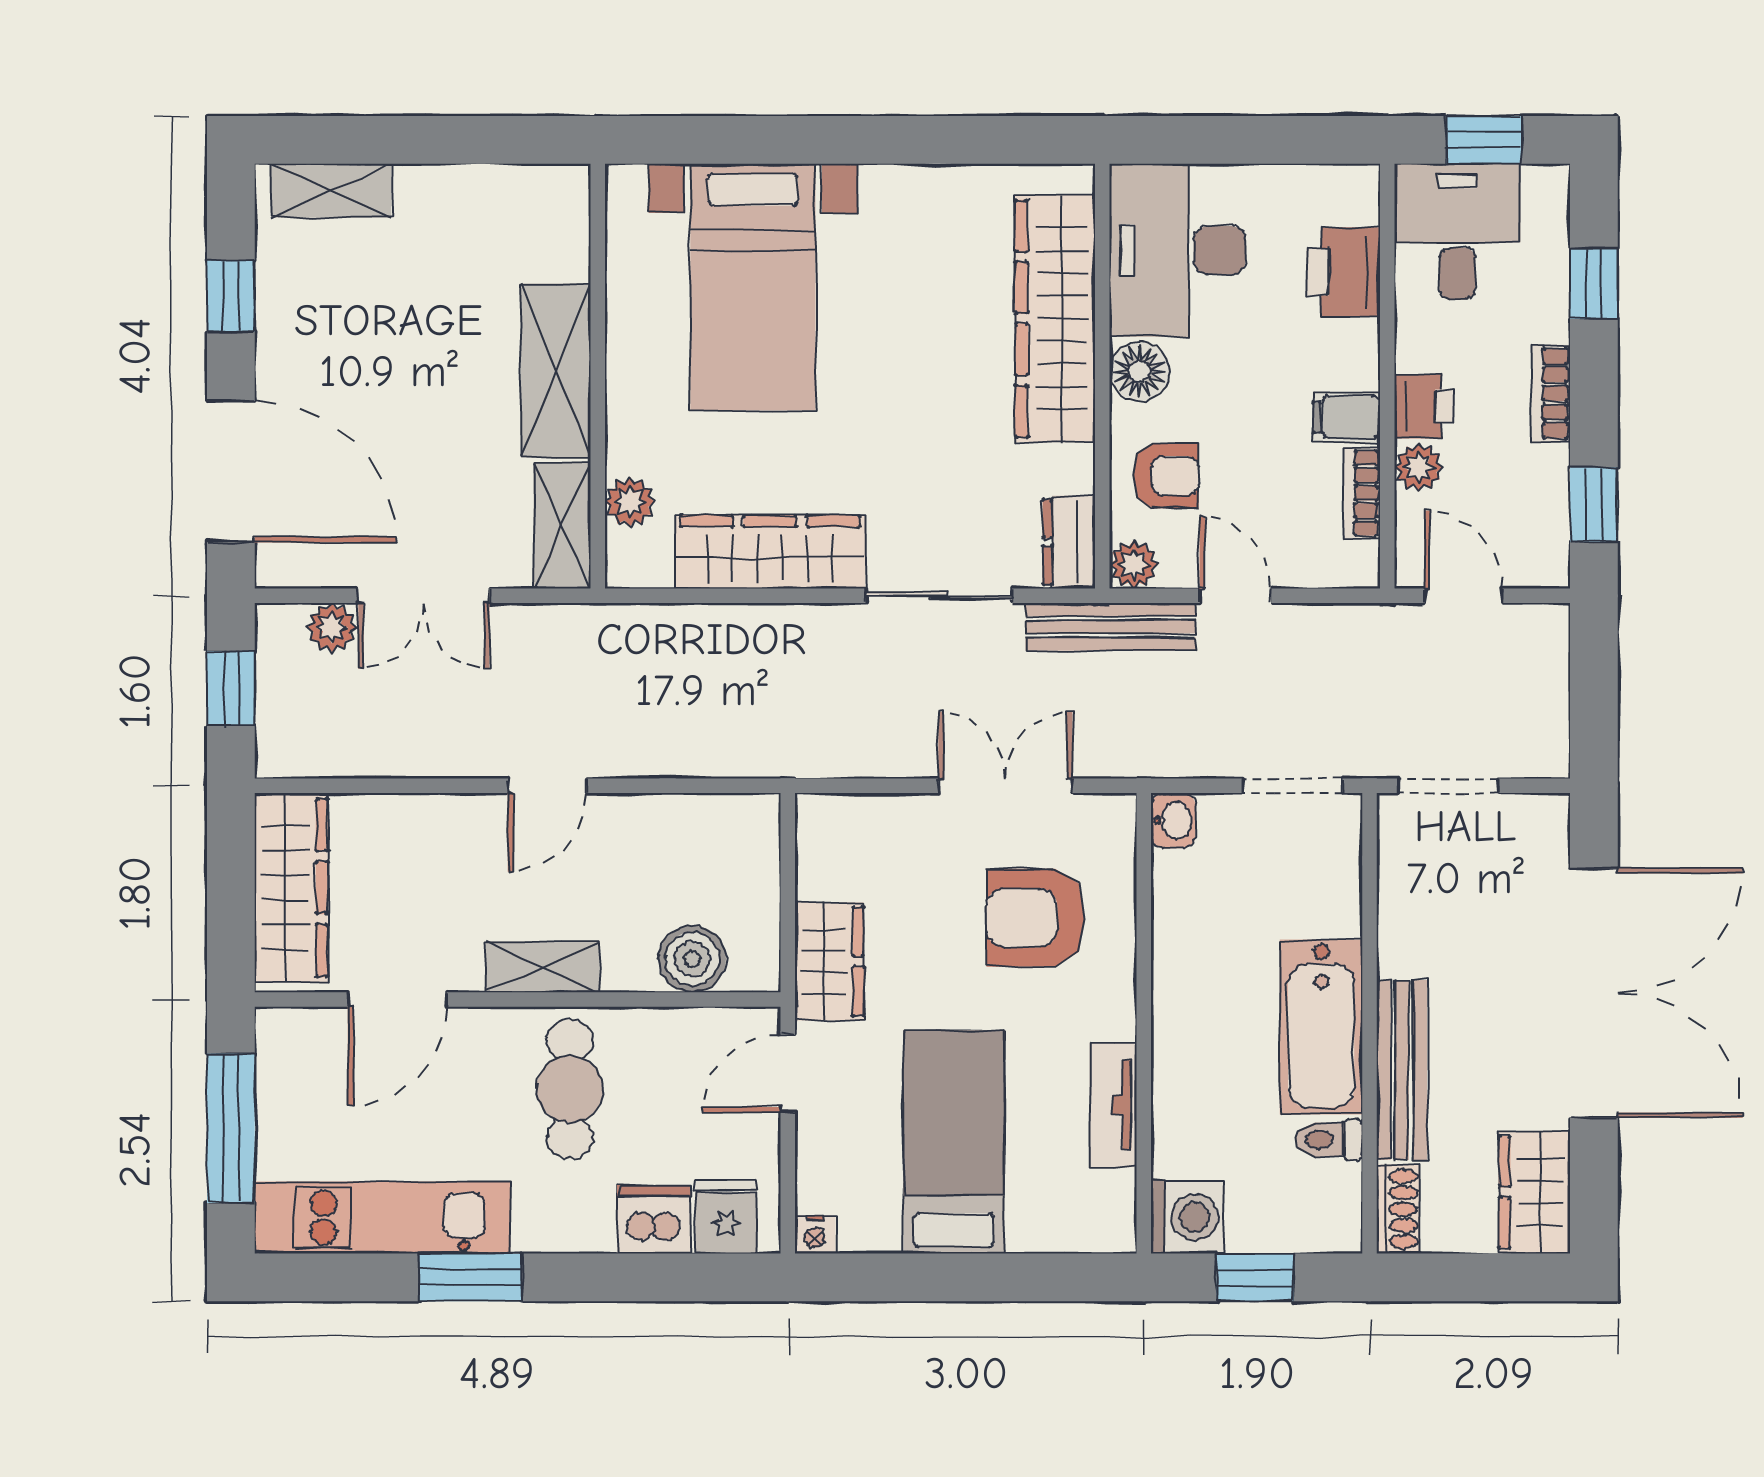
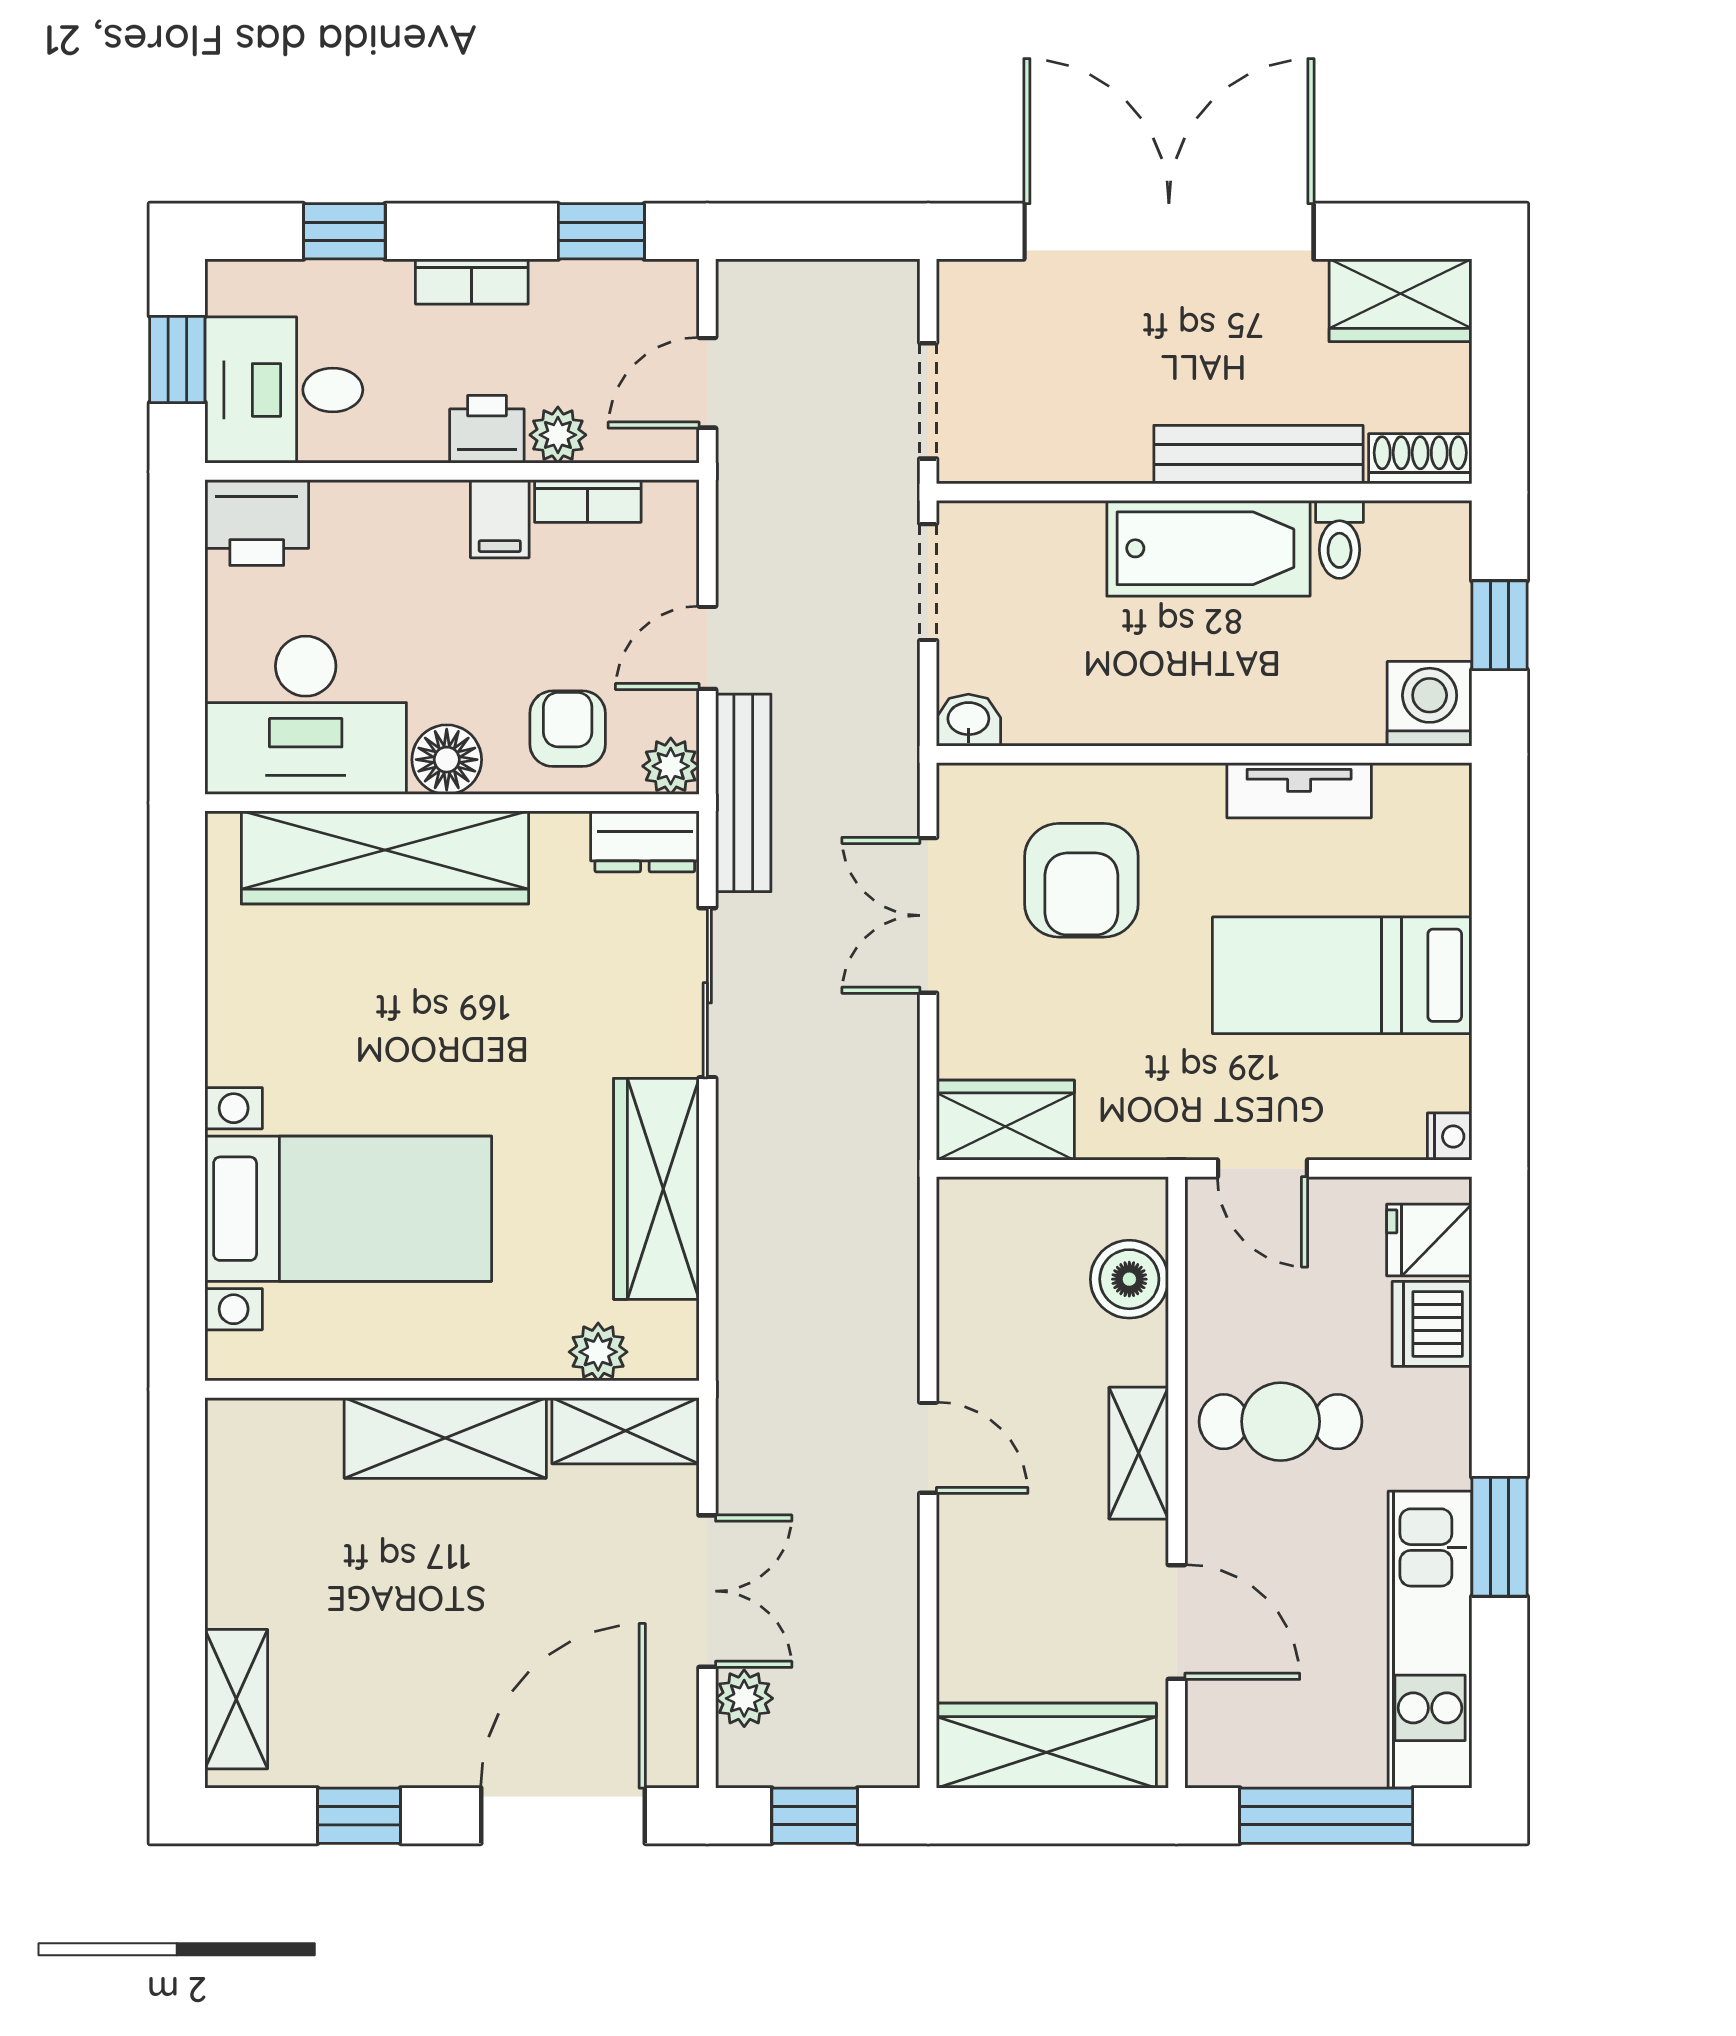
printer: (1343, 272) -> (257, 523), moved
wardrobe: (829, 961) -> (1005, 1120), moved

